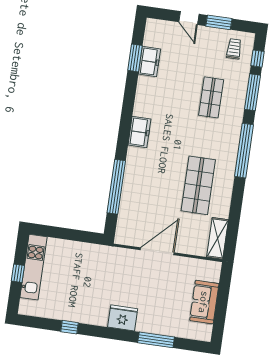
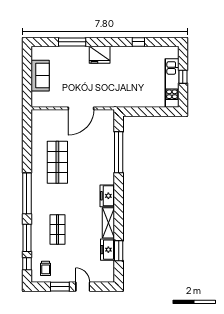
shelving: (217, 238) -> (108, 223), moved

